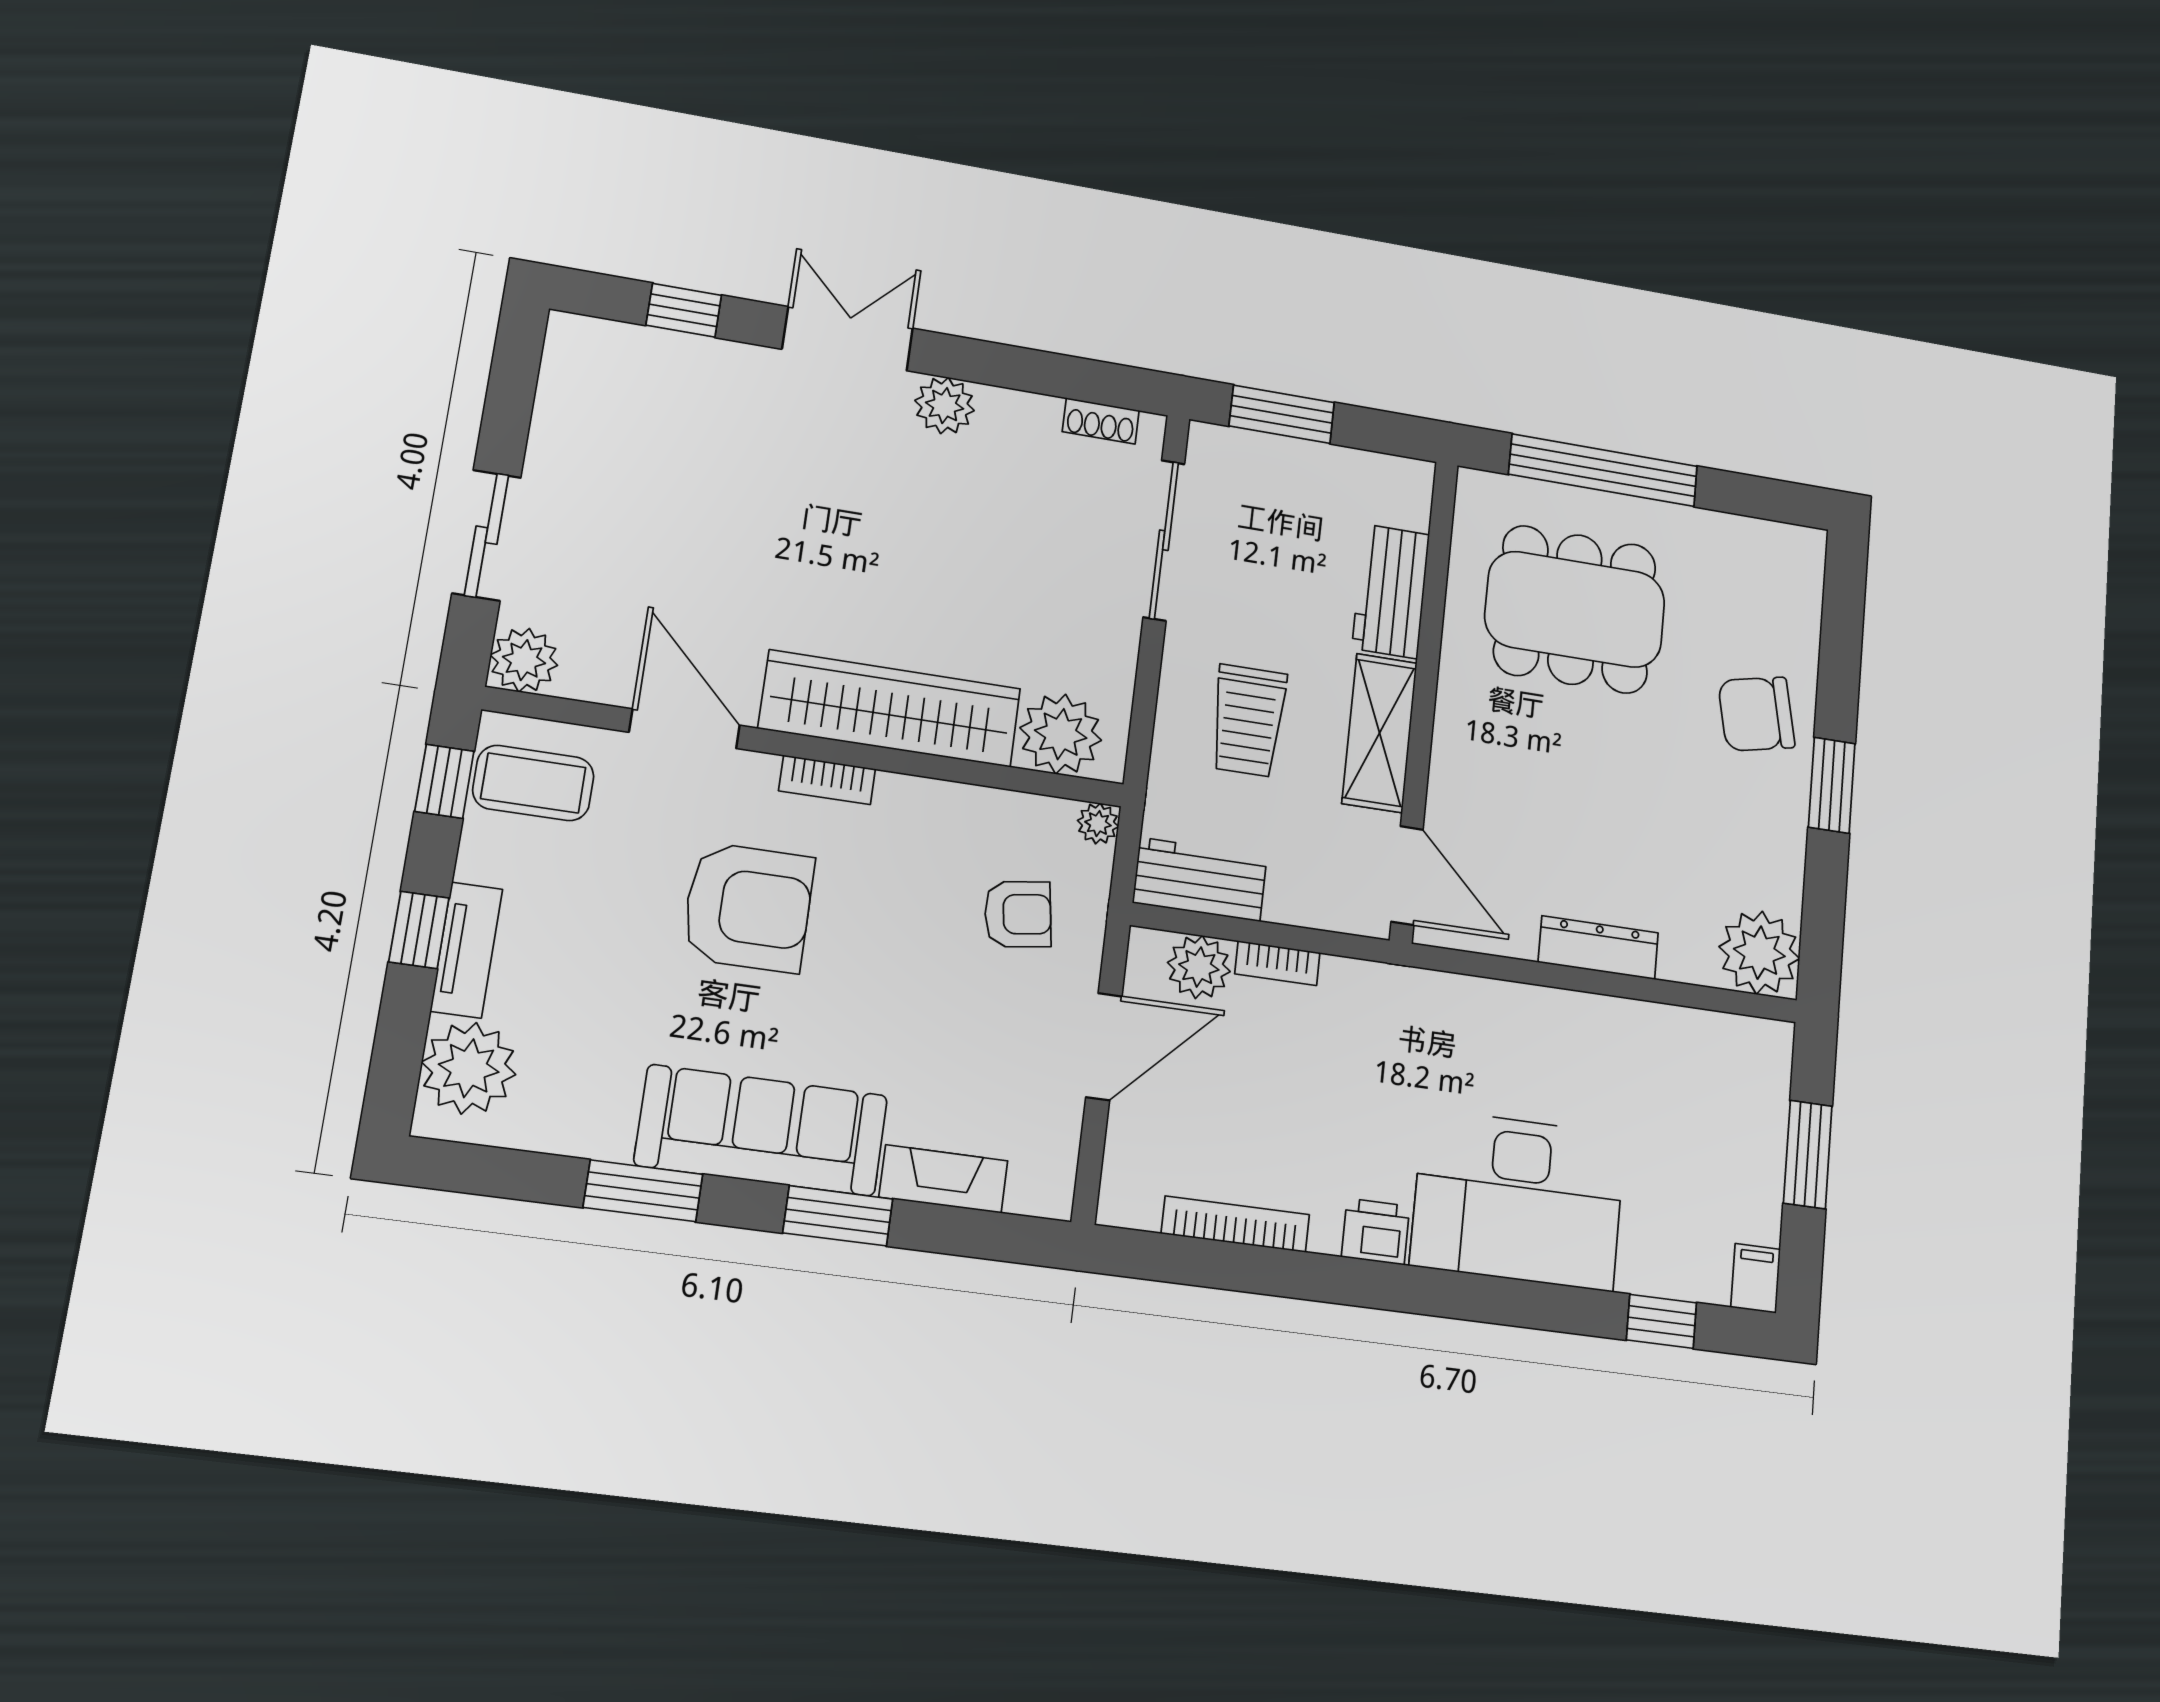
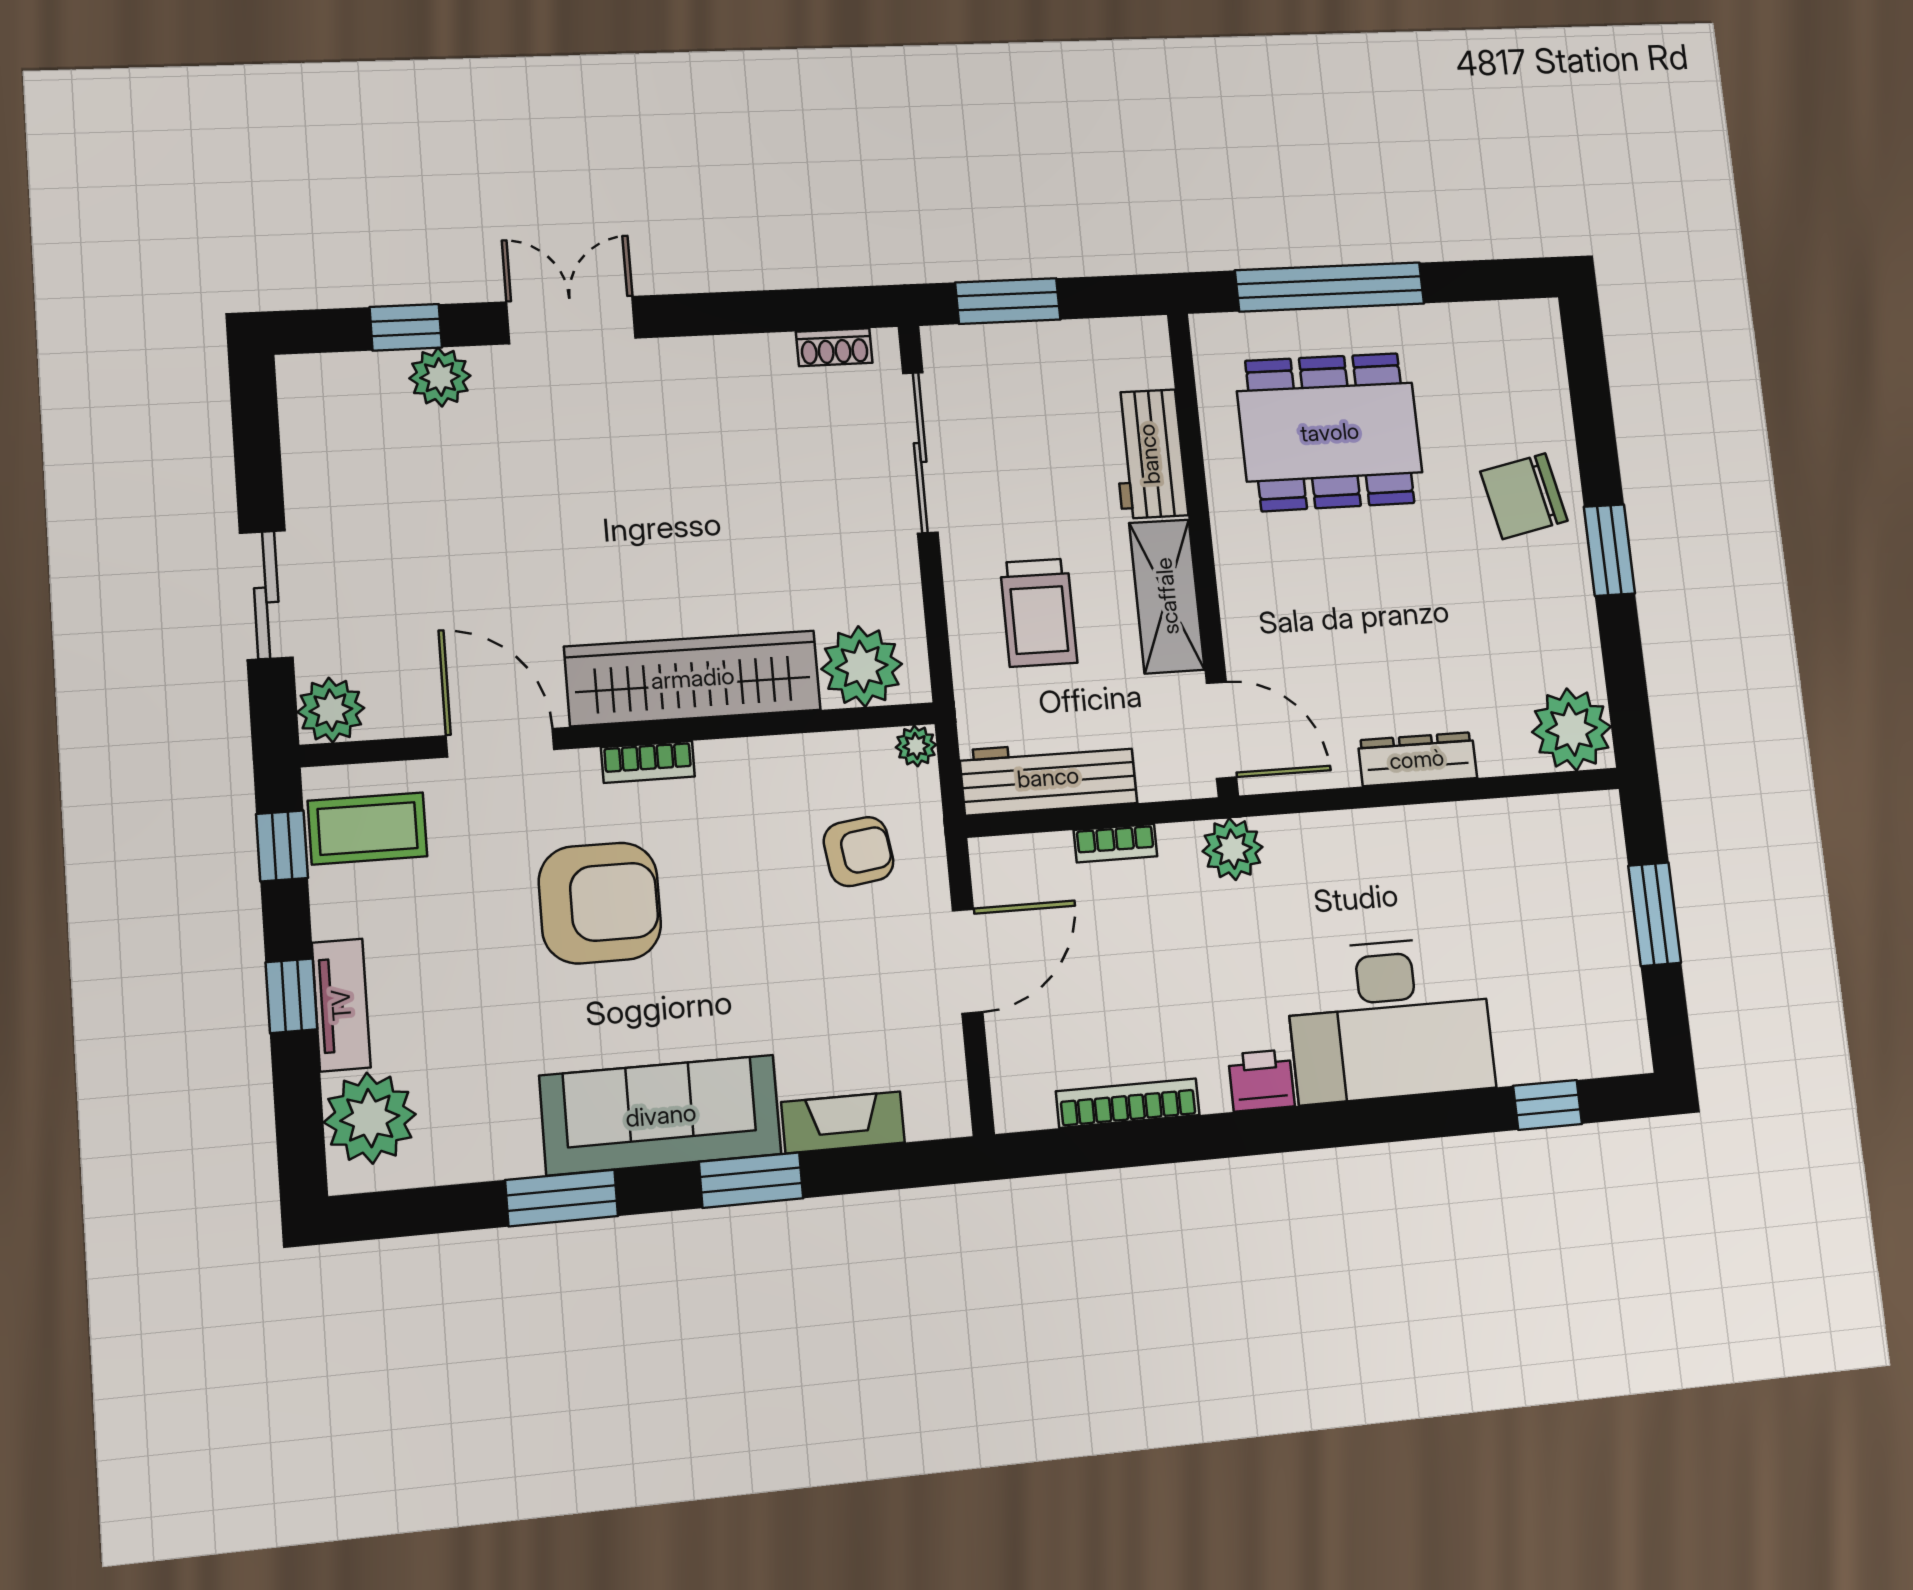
plant: (945, 406) -> (440, 377), moved
workbench: (1200, 879) -> (1048, 777), width x1.38
plant: (1199, 967) -> (1233, 849), moved
filing cabinet: (1756, 1278) -> (1628, 1044), removed

